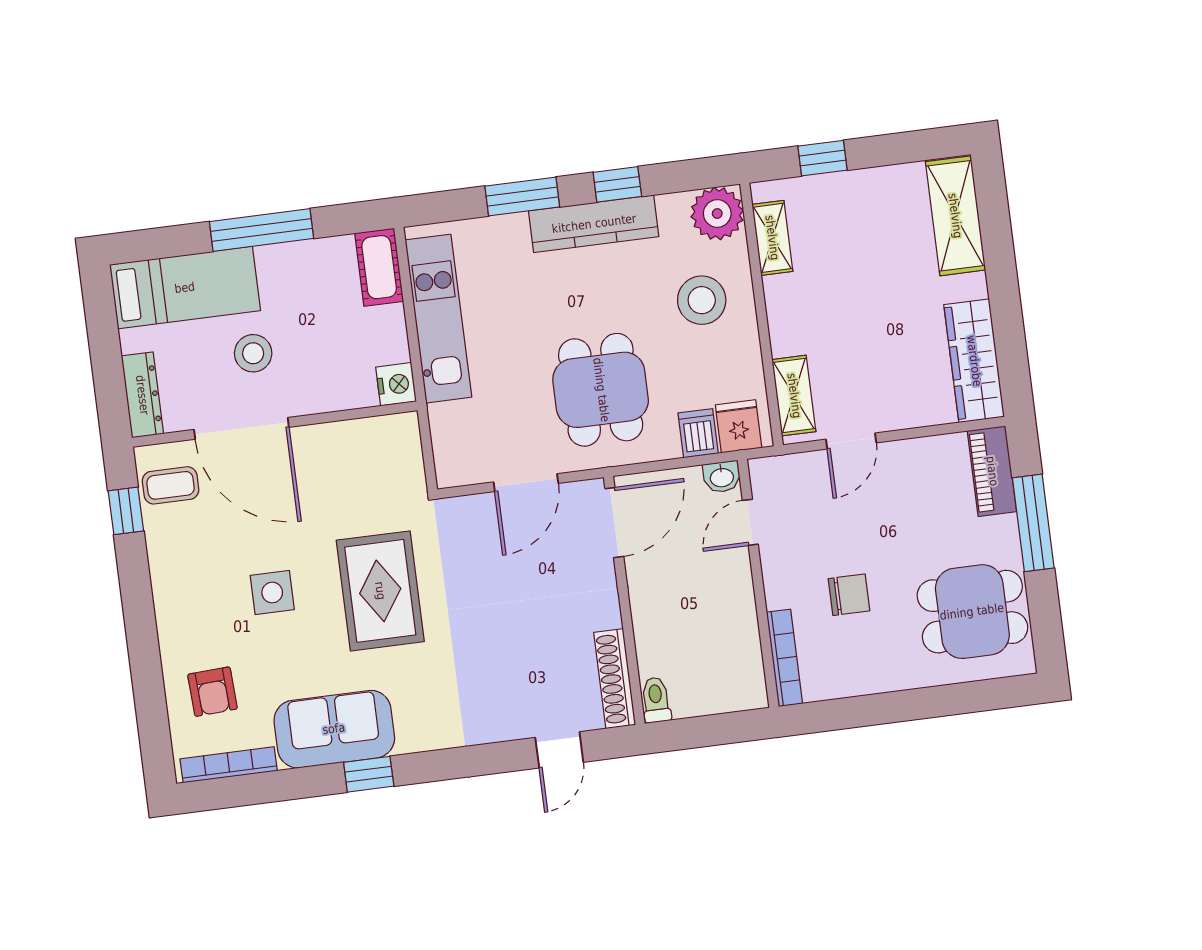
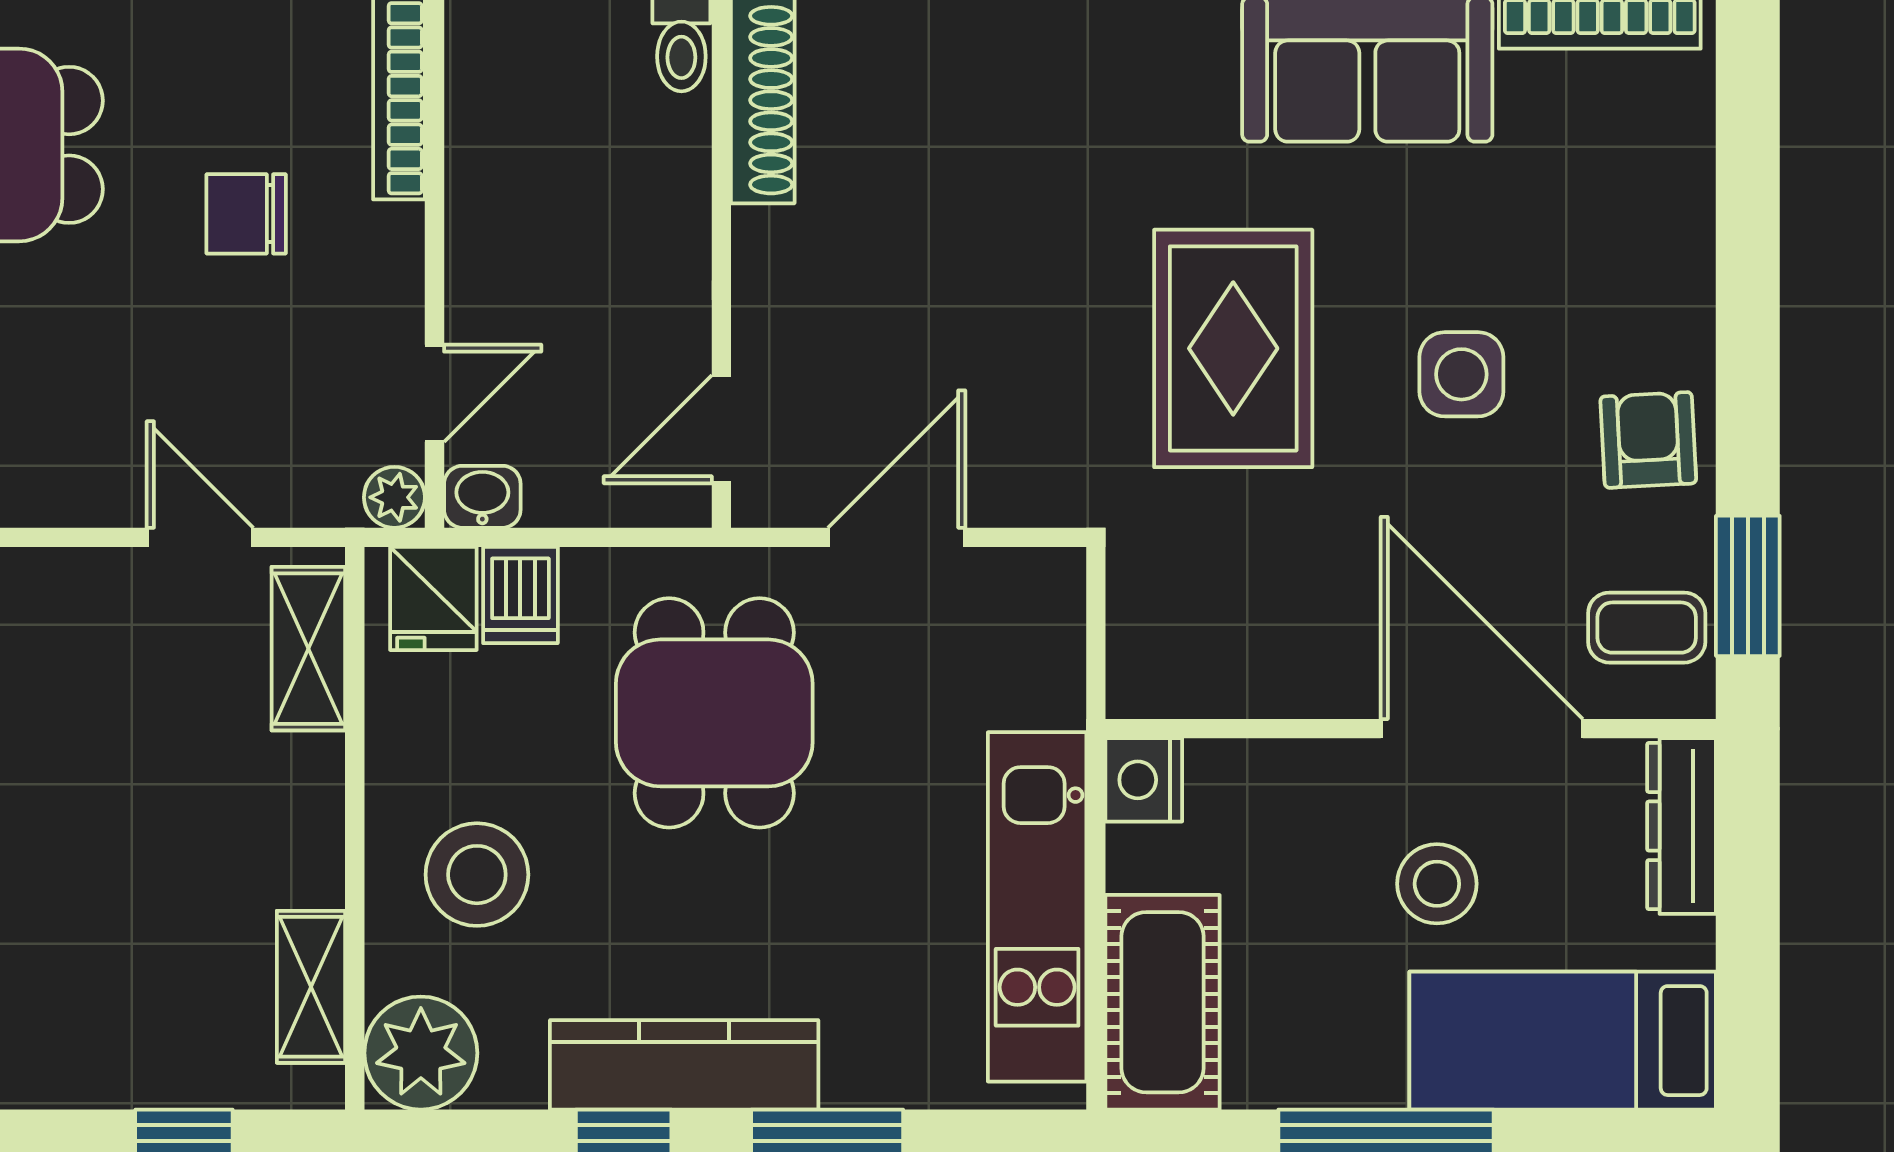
cot: (379, 267) -> (1163, 1002), width x1.37, depth x1.34
door: (851, 441) -> (200, 537), hinge flipped
plant: (763, 471) -> (394, 497), added
window: (126, 511) -> (1748, 586), width x1.50
door: (614, 523) -> (721, 429), width x0.73
armchair: (212, 692) -> (1648, 440), moved

